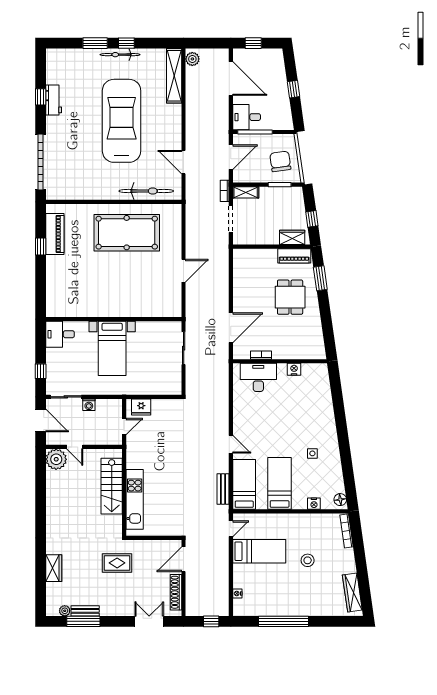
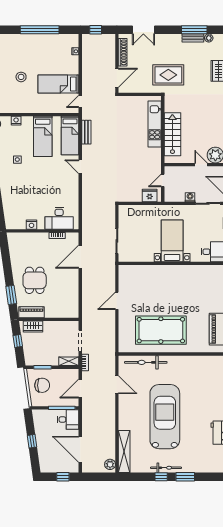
car: (122, 121) -> (165, 417), turned 180
chair: (280, 161) -> (42, 385), turned -82
rug: (117, 563) -> (168, 75), width x1.36, depth x1.43

